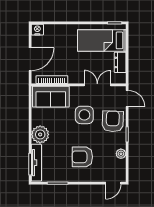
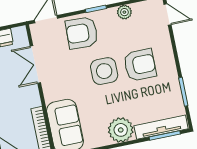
side table: (84, 115) -> (104, 71), moved
armchair: (82, 157) -> (140, 65), turned -90

